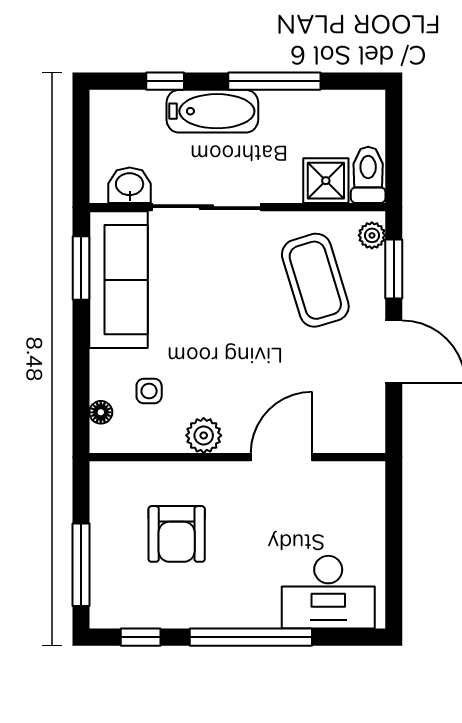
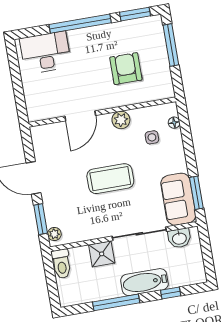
shower: (326, 181) -> (102, 254), moved
sofa: (118, 280) -> (178, 199), width x0.73
coffee table: (315, 280) -> (110, 179), moved, turned -73
window: (141, 637) -> (135, 14), width x1.50

